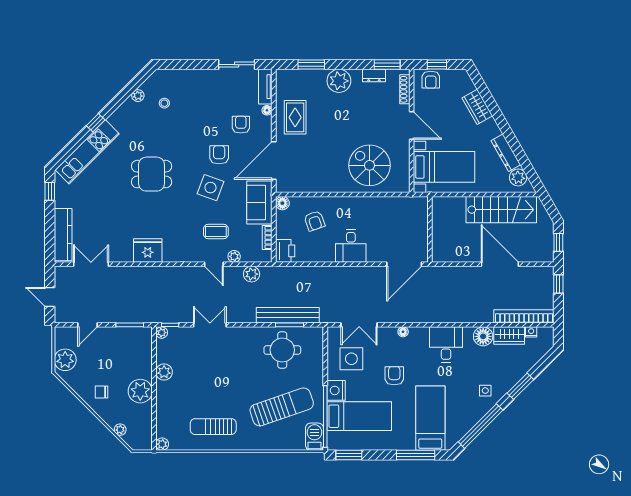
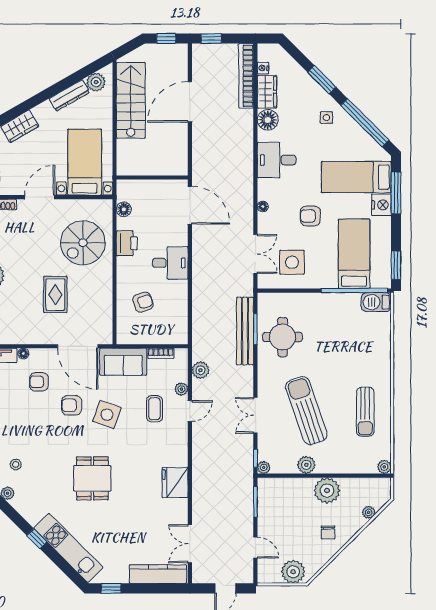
rug: (295, 117) -> (55, 295), moved, turned 90
floor lamp: (282, 203) -> (124, 209), moved
printer: (285, 251) -> (127, 243), moved, turned 90
nightstand: (336, 390) -> (381, 205), moved, turned -90
sun lounger: (282, 407) -> (306, 411), moved

